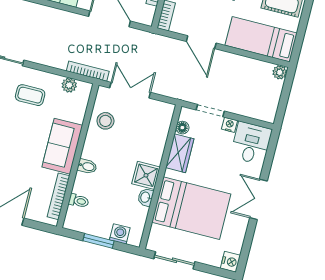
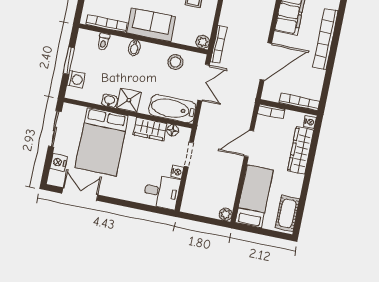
plant: (69, 85) -> (203, 42), moved
bathtub: (158, 127) -> (172, 109), added
double door: (258, 199) -> (80, 194), moved
nightstand: (230, 262) -> (59, 162), moved, turned 90

